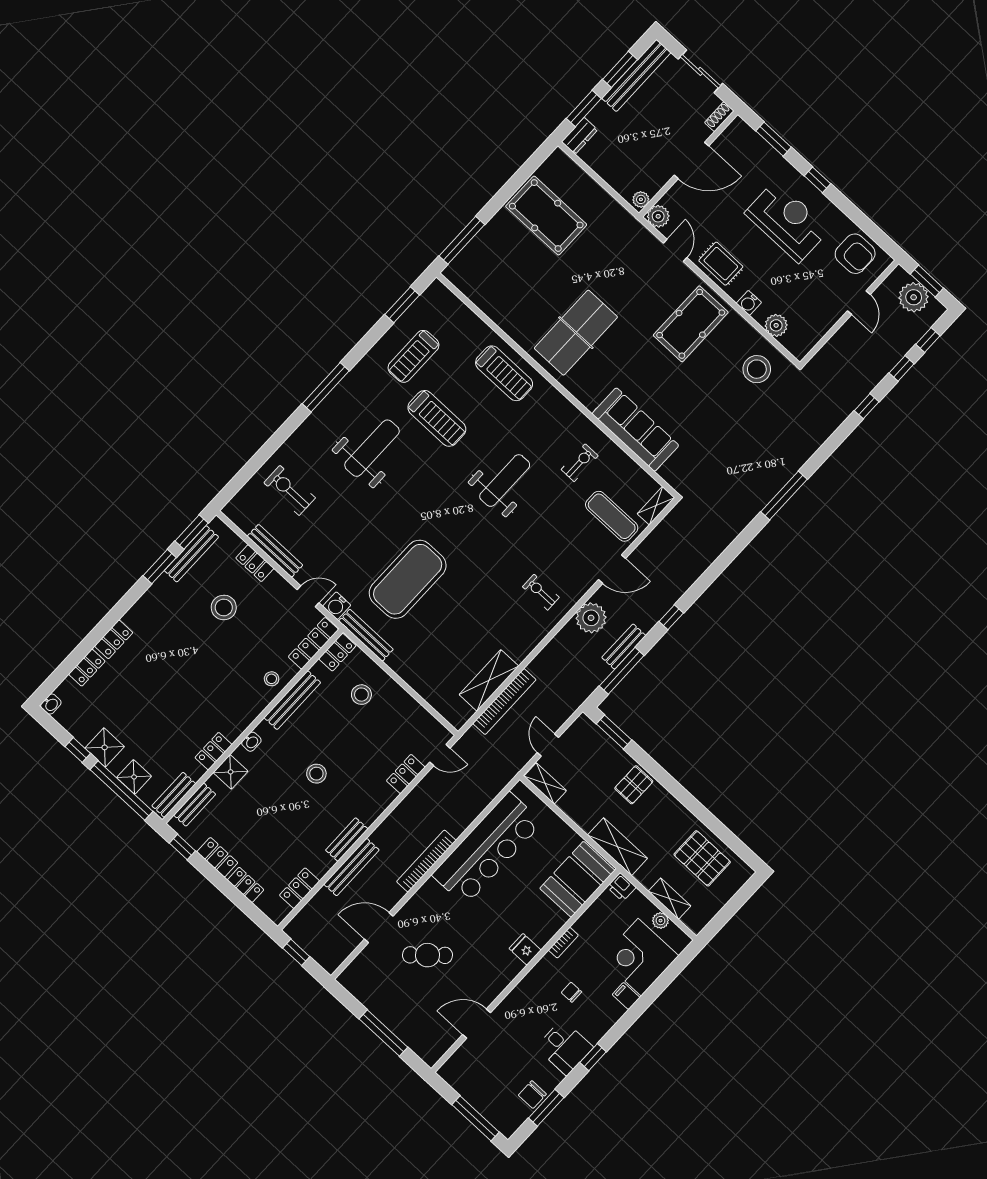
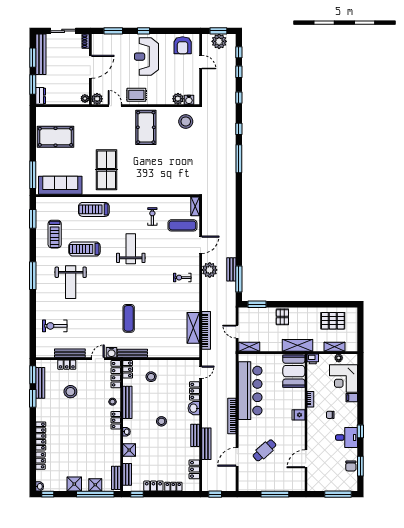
reception desk: (787, 221) -> (146, 57), turned -90
armchair: (855, 254) -> (183, 45), turned 90
water cooler: (749, 303) -> (189, 100), moved
treadmill: (504, 373) -> (94, 209), turned 180
treadmill: (437, 418) -> (84, 249), turned 180
sofa: (635, 430) -> (60, 185), moved
weight bench: (372, 448) -> (71, 282), turned 180
exercise mat: (408, 579) -> (129, 318), width x0.50, depth x0.69
window: (671, 617) -> (239, 129), moved
locker: (114, 639) -> (41, 436), width x1.53
window: (78, 750) -> (48, 494), moved
locker: (214, 751) -> (116, 420), moved
washbasin: (381, 798) -> (194, 408), added

